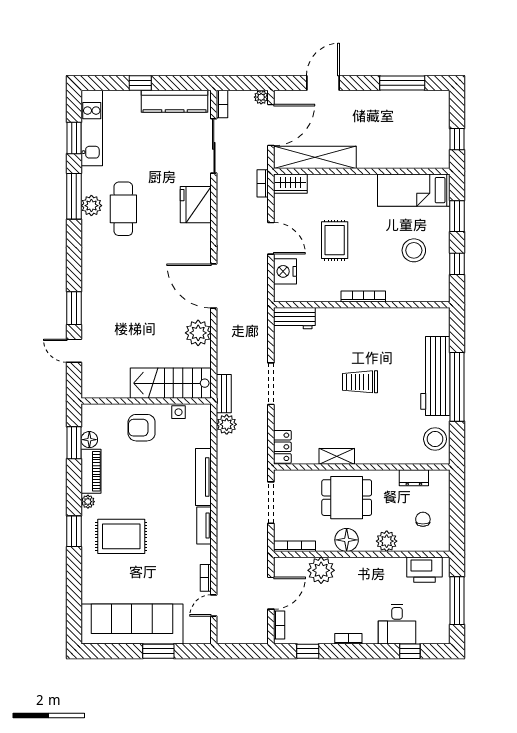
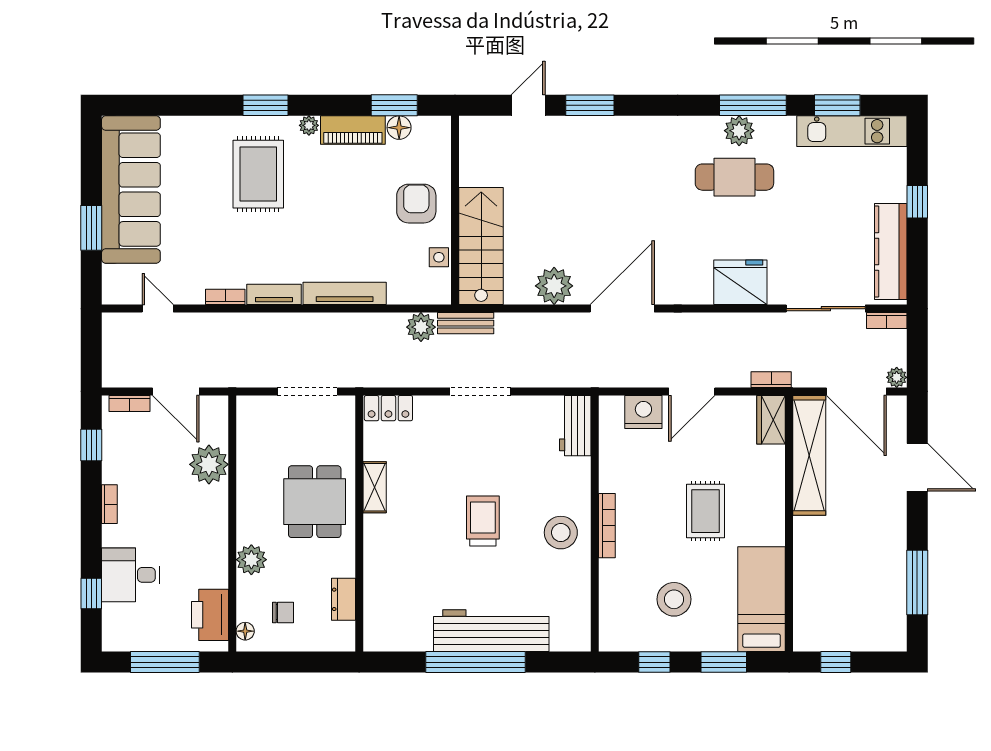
rug: (335, 240) -> (705, 511), moved, turned 90
stool: (435, 439) -> (561, 533), moved
floor lamp: (347, 540) -> (245, 631), moved, width x0.53, depth x0.53
bookcase: (294, 546) -> (244, 426), removed
bookcase: (206, 578) -> (225, 297), moved

